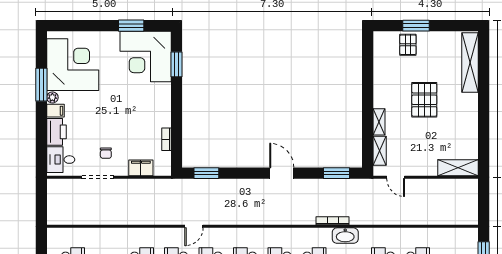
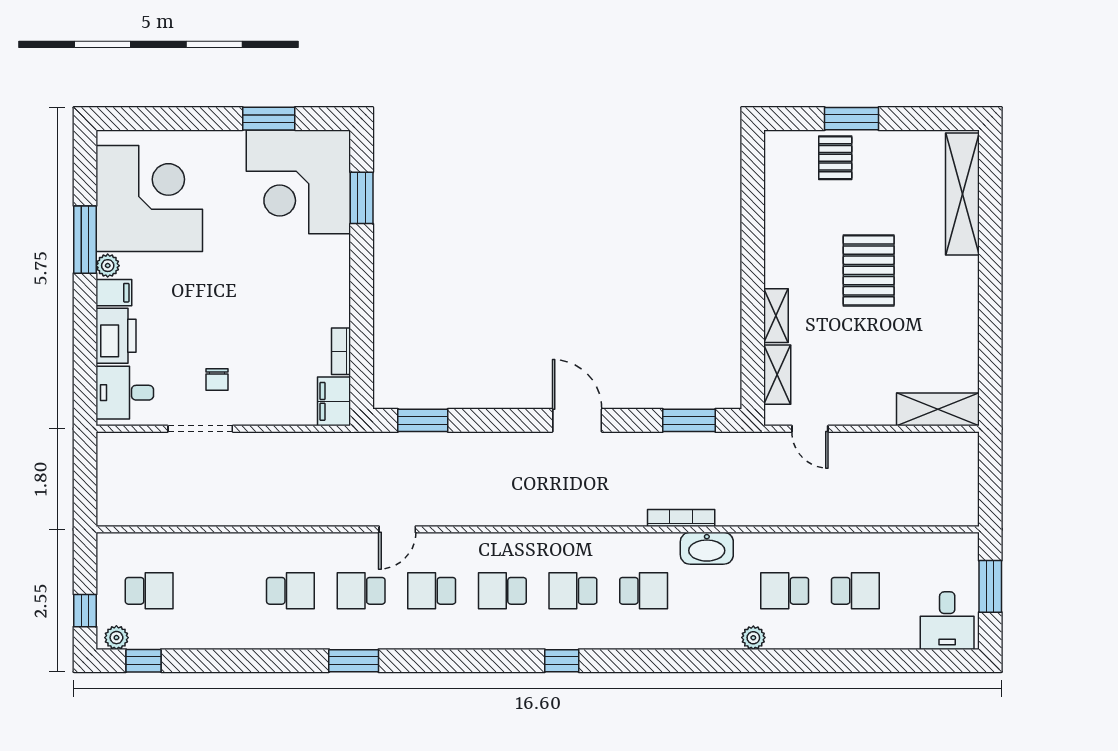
filing cabinet: (141, 168) -> (334, 401), moved, turned -90

